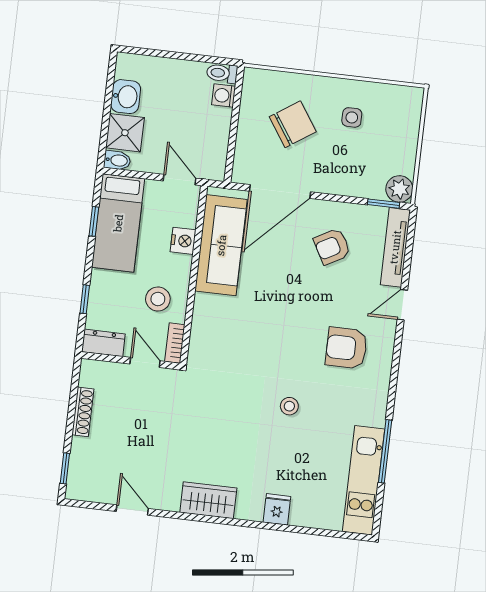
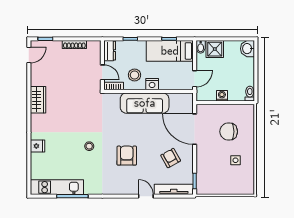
washing machine: (224, 96) -> (222, 96), moved
washbasin: (126, 97) -> (247, 49), moved, turned 90
chair: (293, 124) -> (229, 132), turned 124
plant: (399, 189) -> (203, 188), removed
nightstand: (183, 241) -> (152, 84), moved
sofa: (221, 245) -> (145, 103), moved
armchair: (346, 348) -> (127, 156), moved
door: (145, 362) -> (102, 72), hinge flipped
wardrobe: (208, 500) -> (38, 100), moved
door: (132, 510) -> (29, 55), moved

